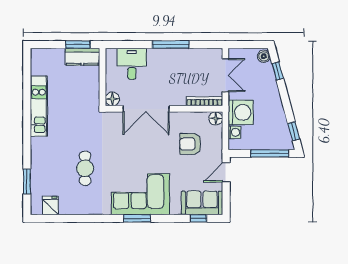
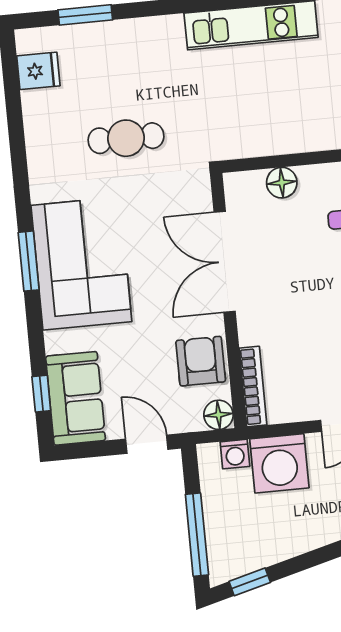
bookcase: (204, 101) -> (253, 386), moved
double door: (146, 109) -> (225, 262), moved
wall: (164, 109) -> (228, 301), moved
floor lamp: (216, 118) -> (218, 415), moved

